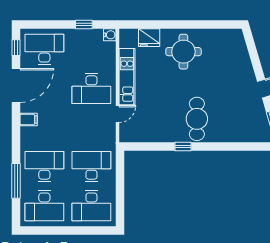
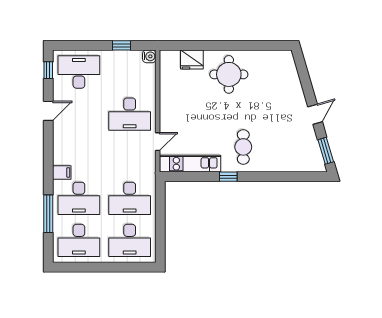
kitchen unit: (127, 77) -> (190, 164), moved, turned -90
door: (16, 85) -> (48, 111), width x0.53
cafe table: (197, 119) -> (243, 147), width x0.73, depth x0.74
filing cabinet: (29, 120) -> (62, 172), moved
desk: (44, 167) -> (79, 198), turned 180
desk: (91, 167) -> (130, 198), turned 180

